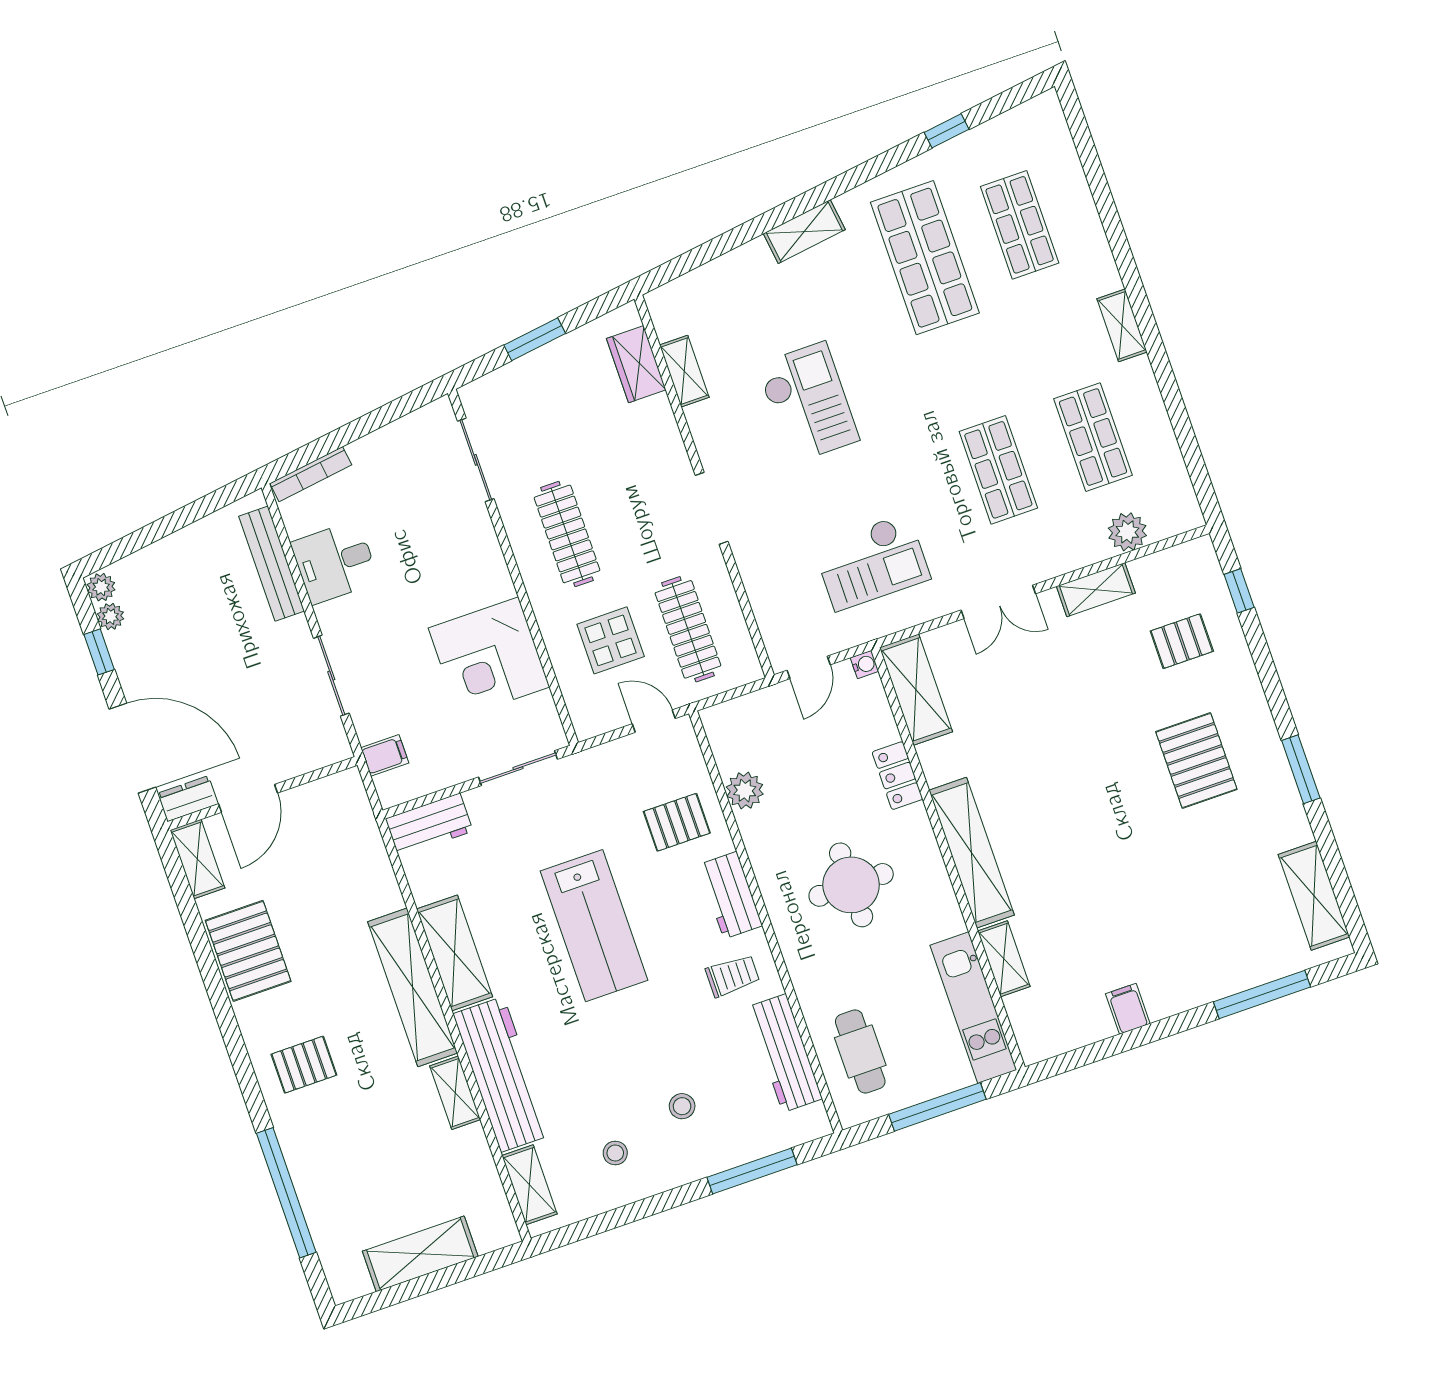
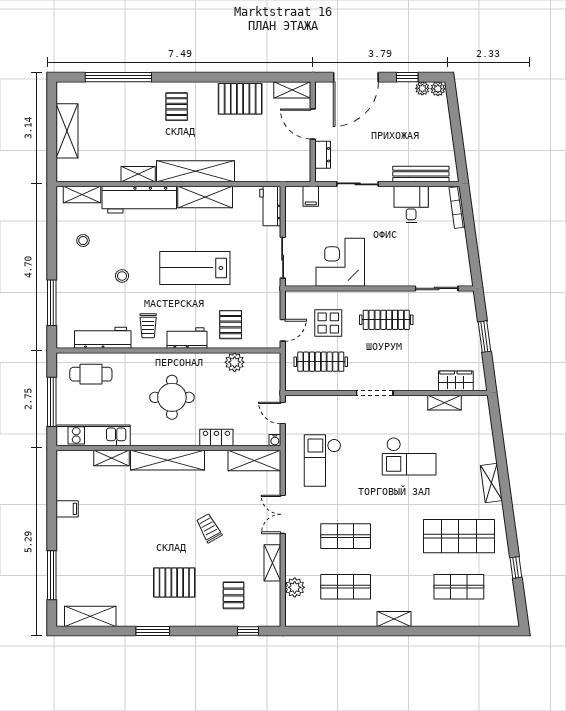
trolley: (1072, 731) -> (209, 528), added
dresser: (188, 799) -> (323, 155), moved
stool: (682, 1106) -> (122, 276), moved

